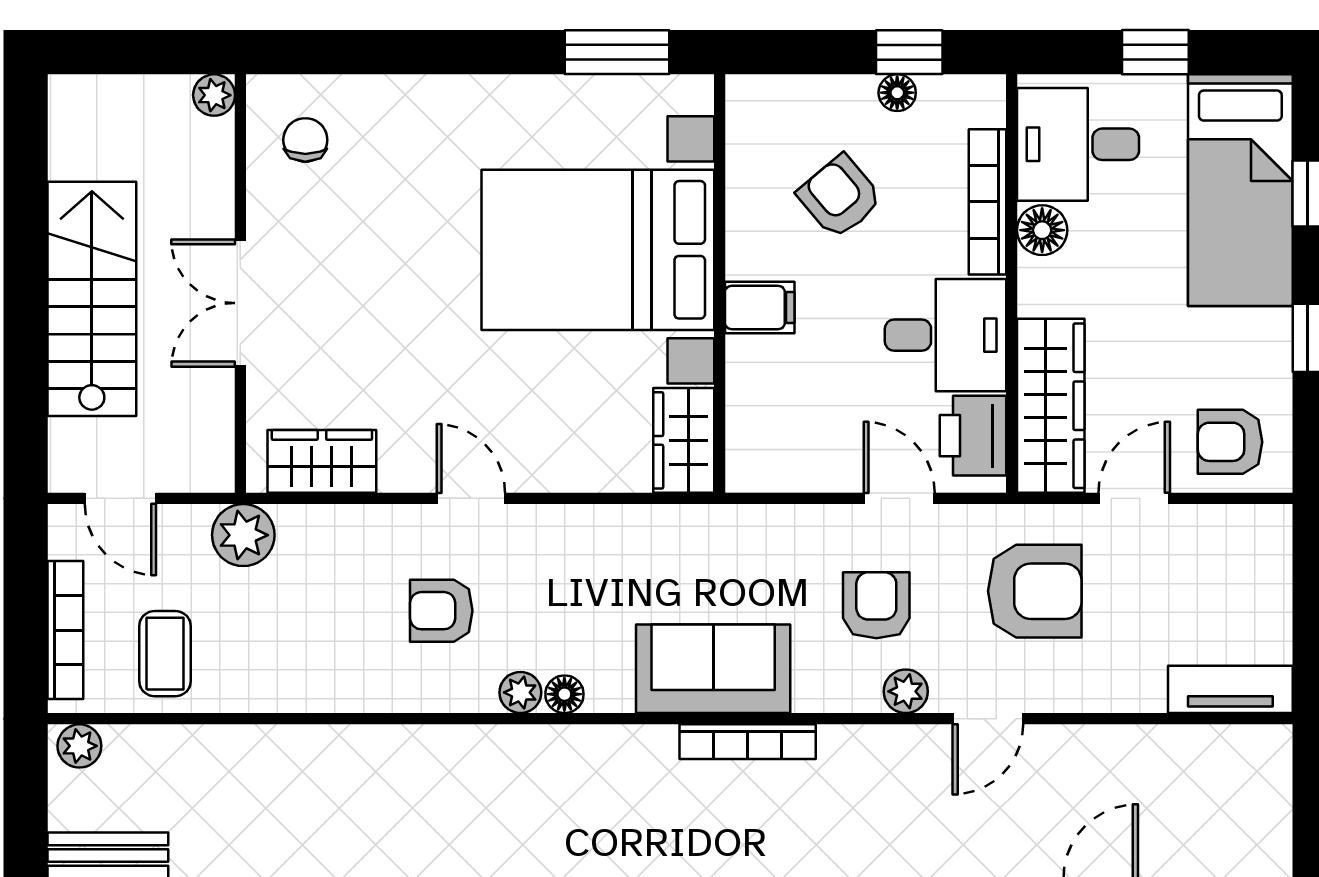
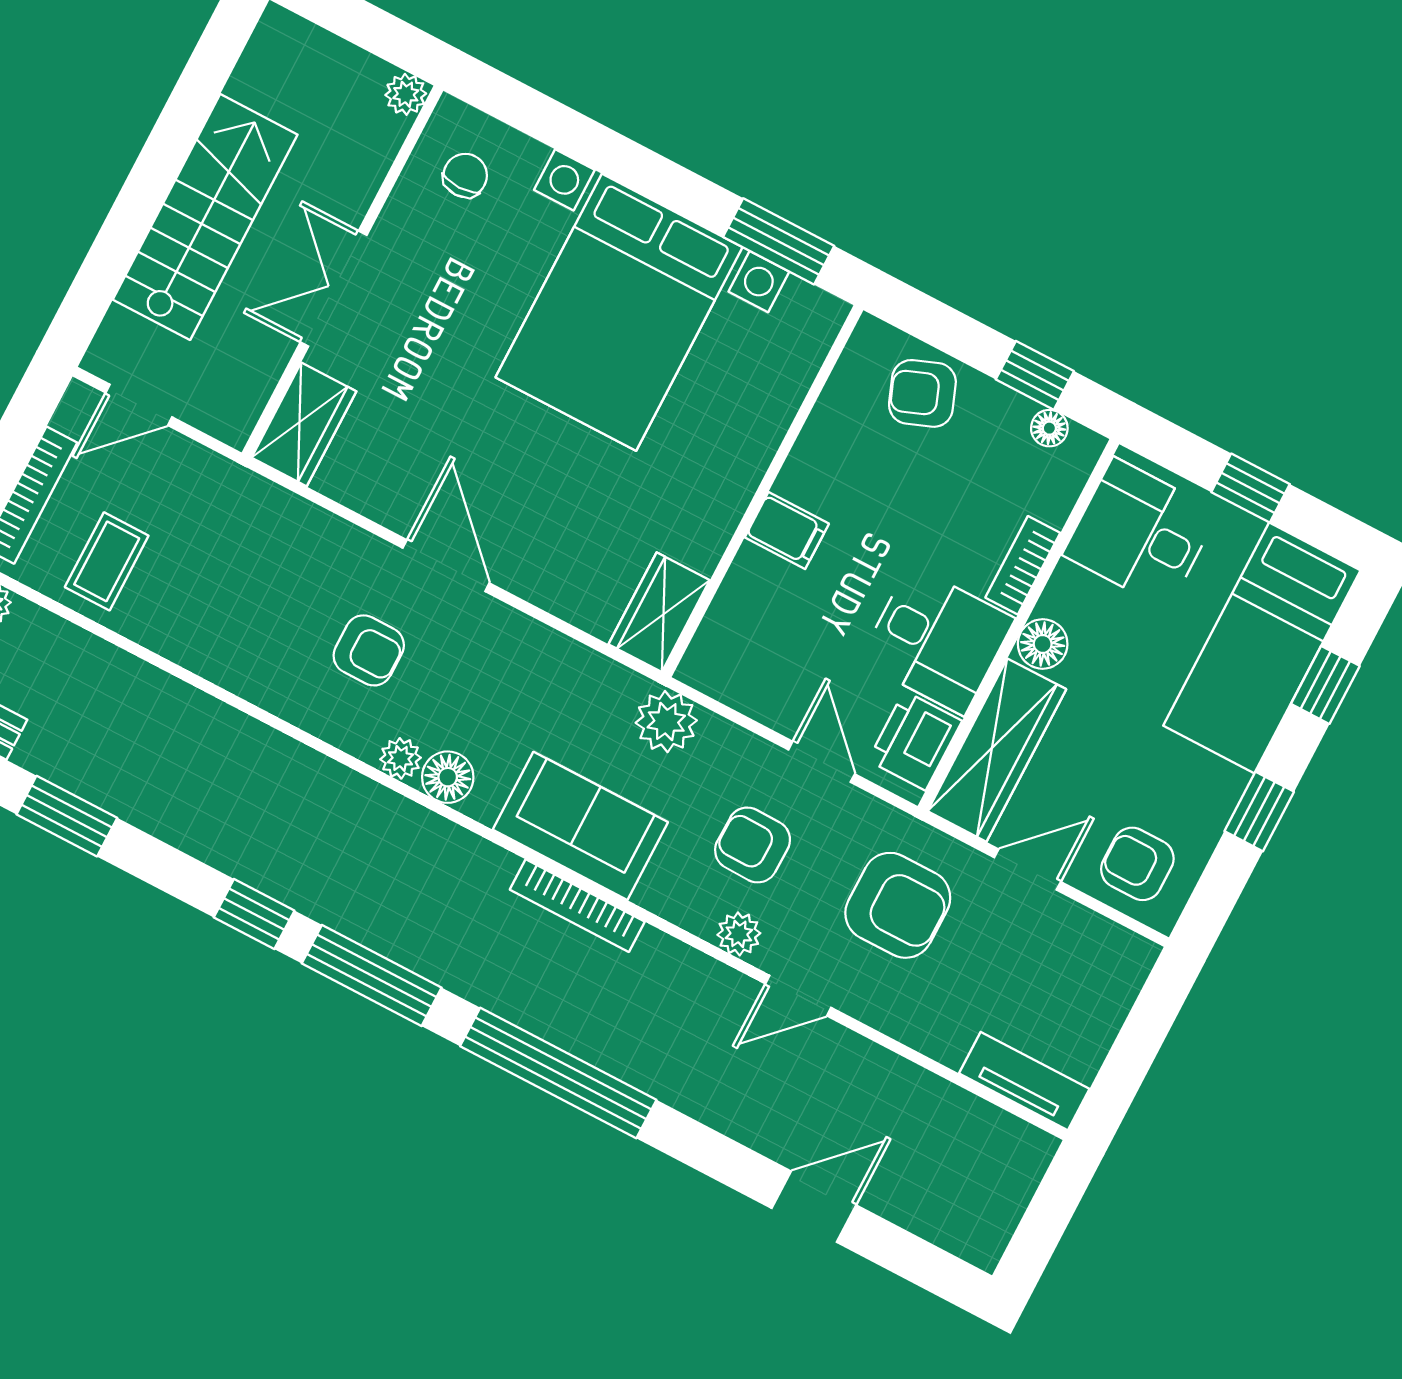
floor lamp: (897, 93) -> (1049, 428), moved
armchair: (840, 197) -> (922, 393), moved, turned -71
bookcase: (987, 202) -> (1023, 565), width x0.64
floor lamp: (1042, 230) -> (1043, 644), moved
bed with nightstands: (598, 250) -> (619, 312), moved, turned -90
wardrobe: (322, 461) -> (304, 424), moved, turned 90
door: (120, 498) -> (139, 405), hinge flipped
door: (471, 498) -> (446, 566), width x1.38
plant: (243, 535) -> (666, 722), moved
armchair: (876, 605) -> (753, 845), turned -89
armchair: (441, 611) -> (369, 650), turned 180
floor lamp: (564, 694) -> (448, 777), width x1.37, depth x1.37

